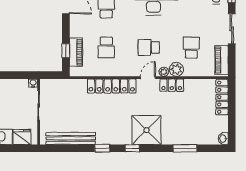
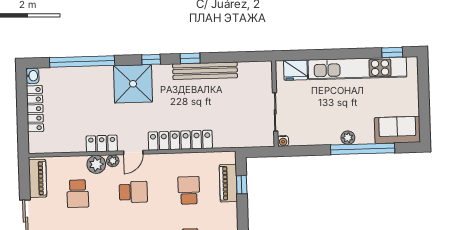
locker: (222, 97) -> (35, 109), moved
bench: (71, 138) -> (205, 71), moved
window: (185, 148) -> (82, 62), width x2.11

